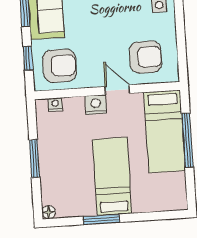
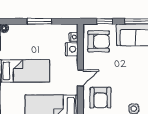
armchair: (59, 66) -> (99, 41), turned -90
nightstand: (96, 105) -> (72, 49), moved

